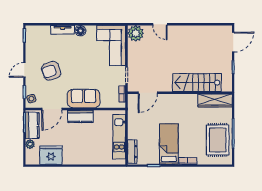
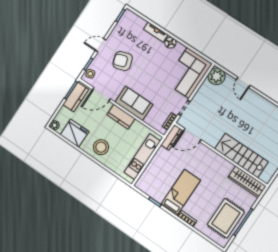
plant: (30, 144) -> (55, 125), moved
stool: (81, 152) -> (101, 147), added
dresser: (132, 152) -> (171, 137), moved

